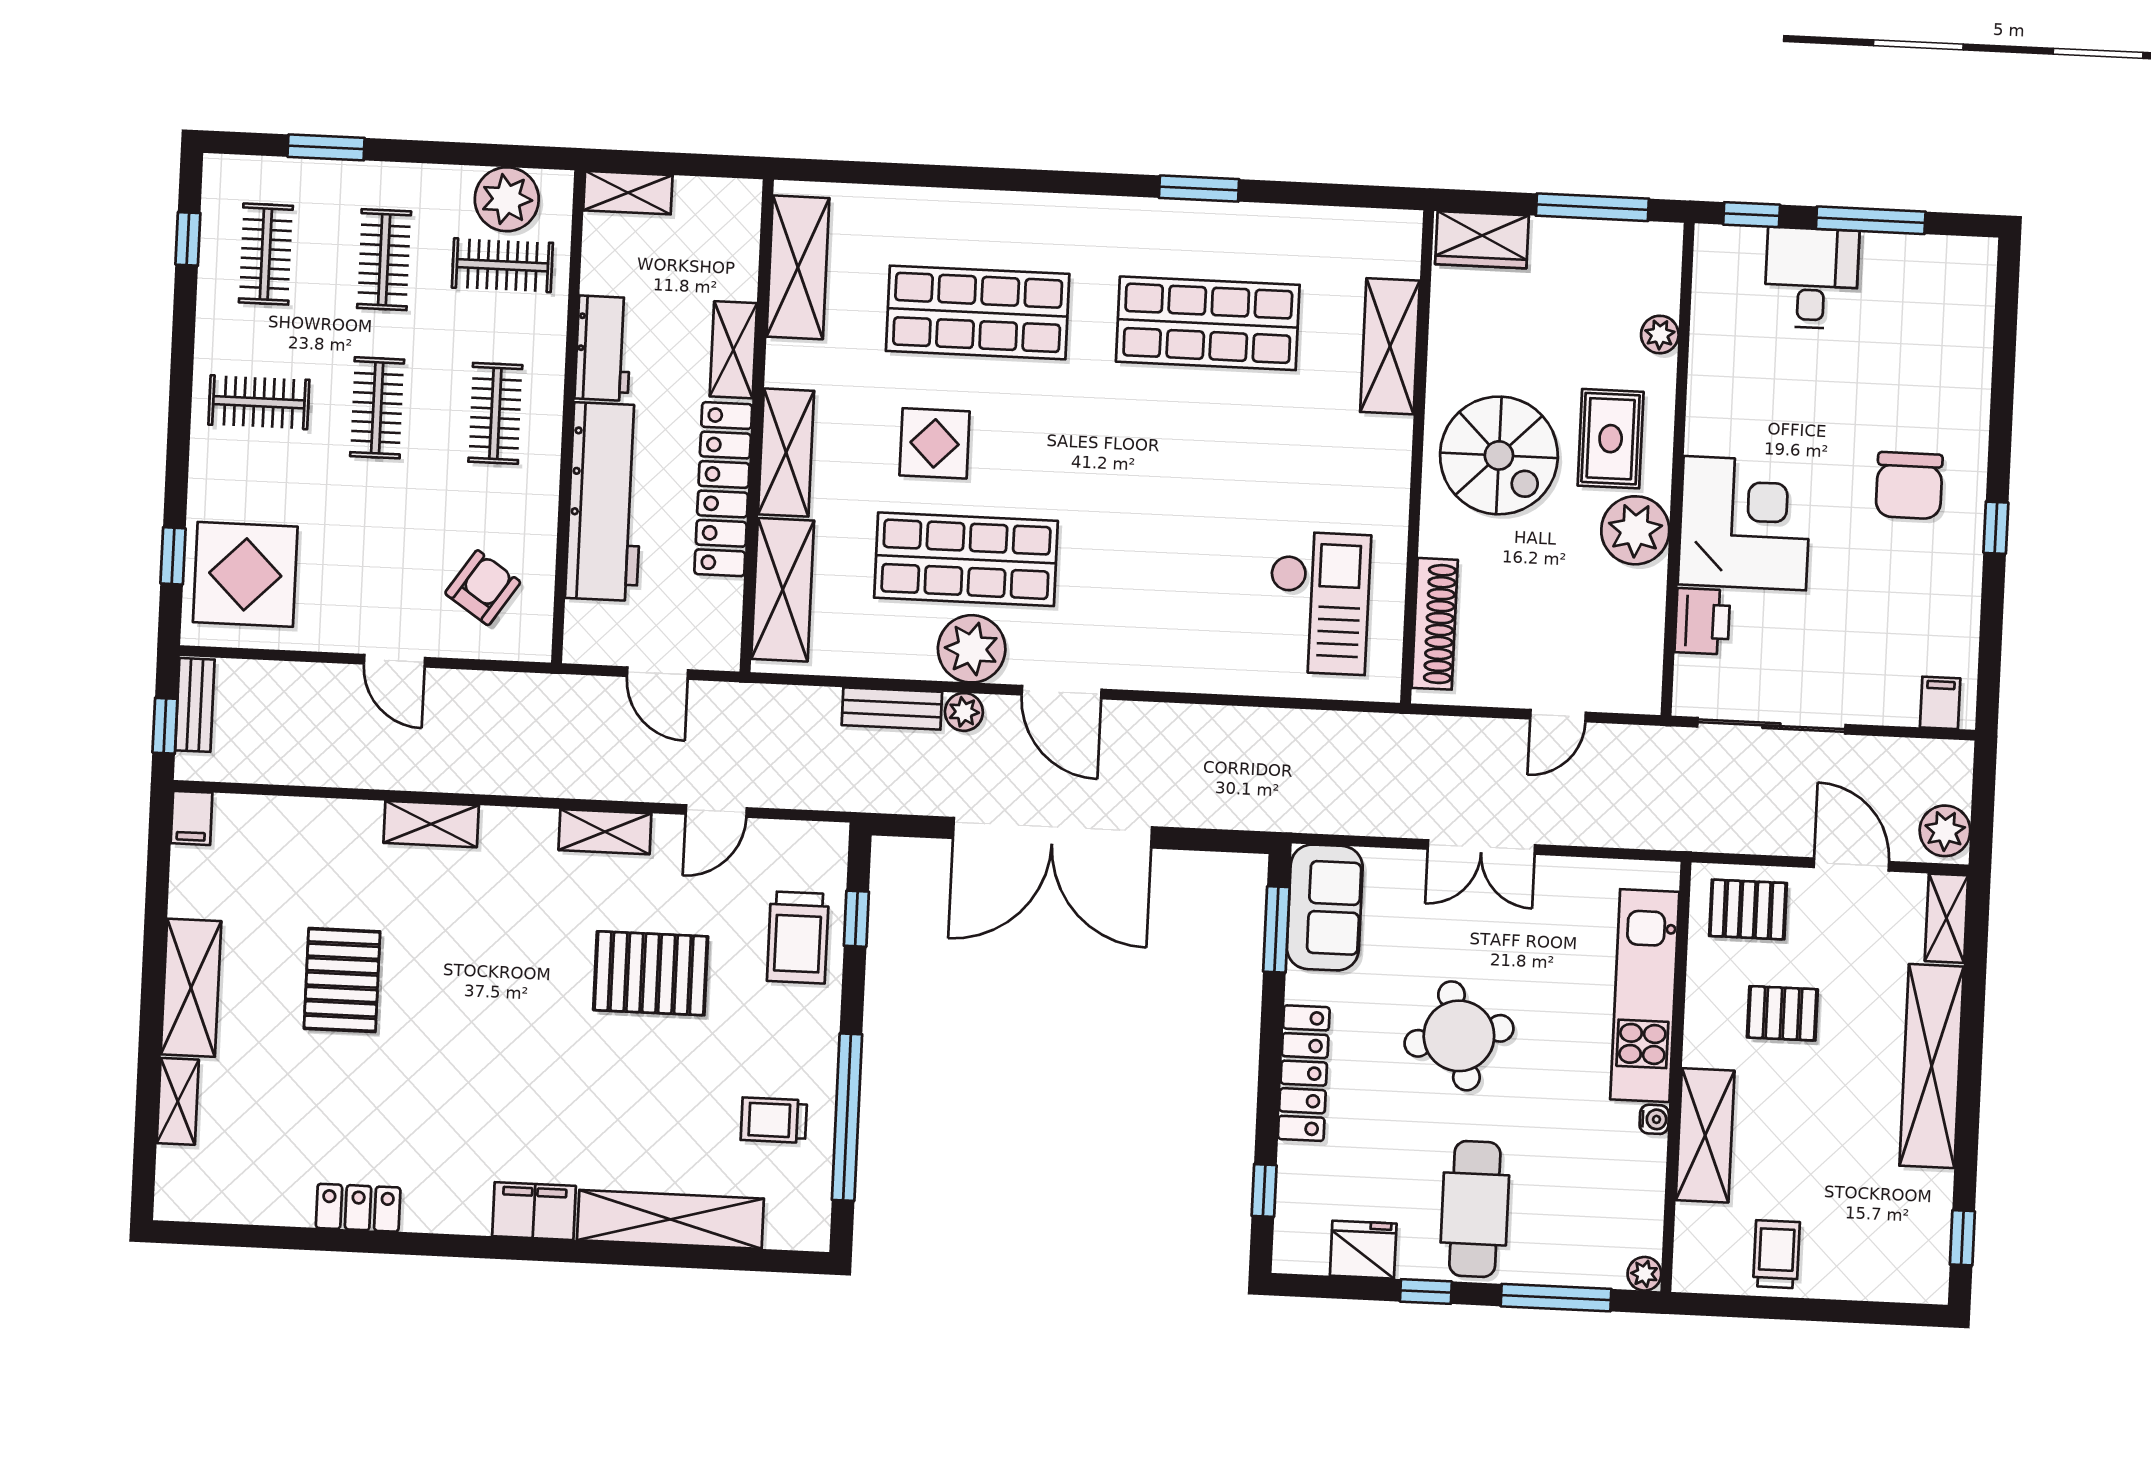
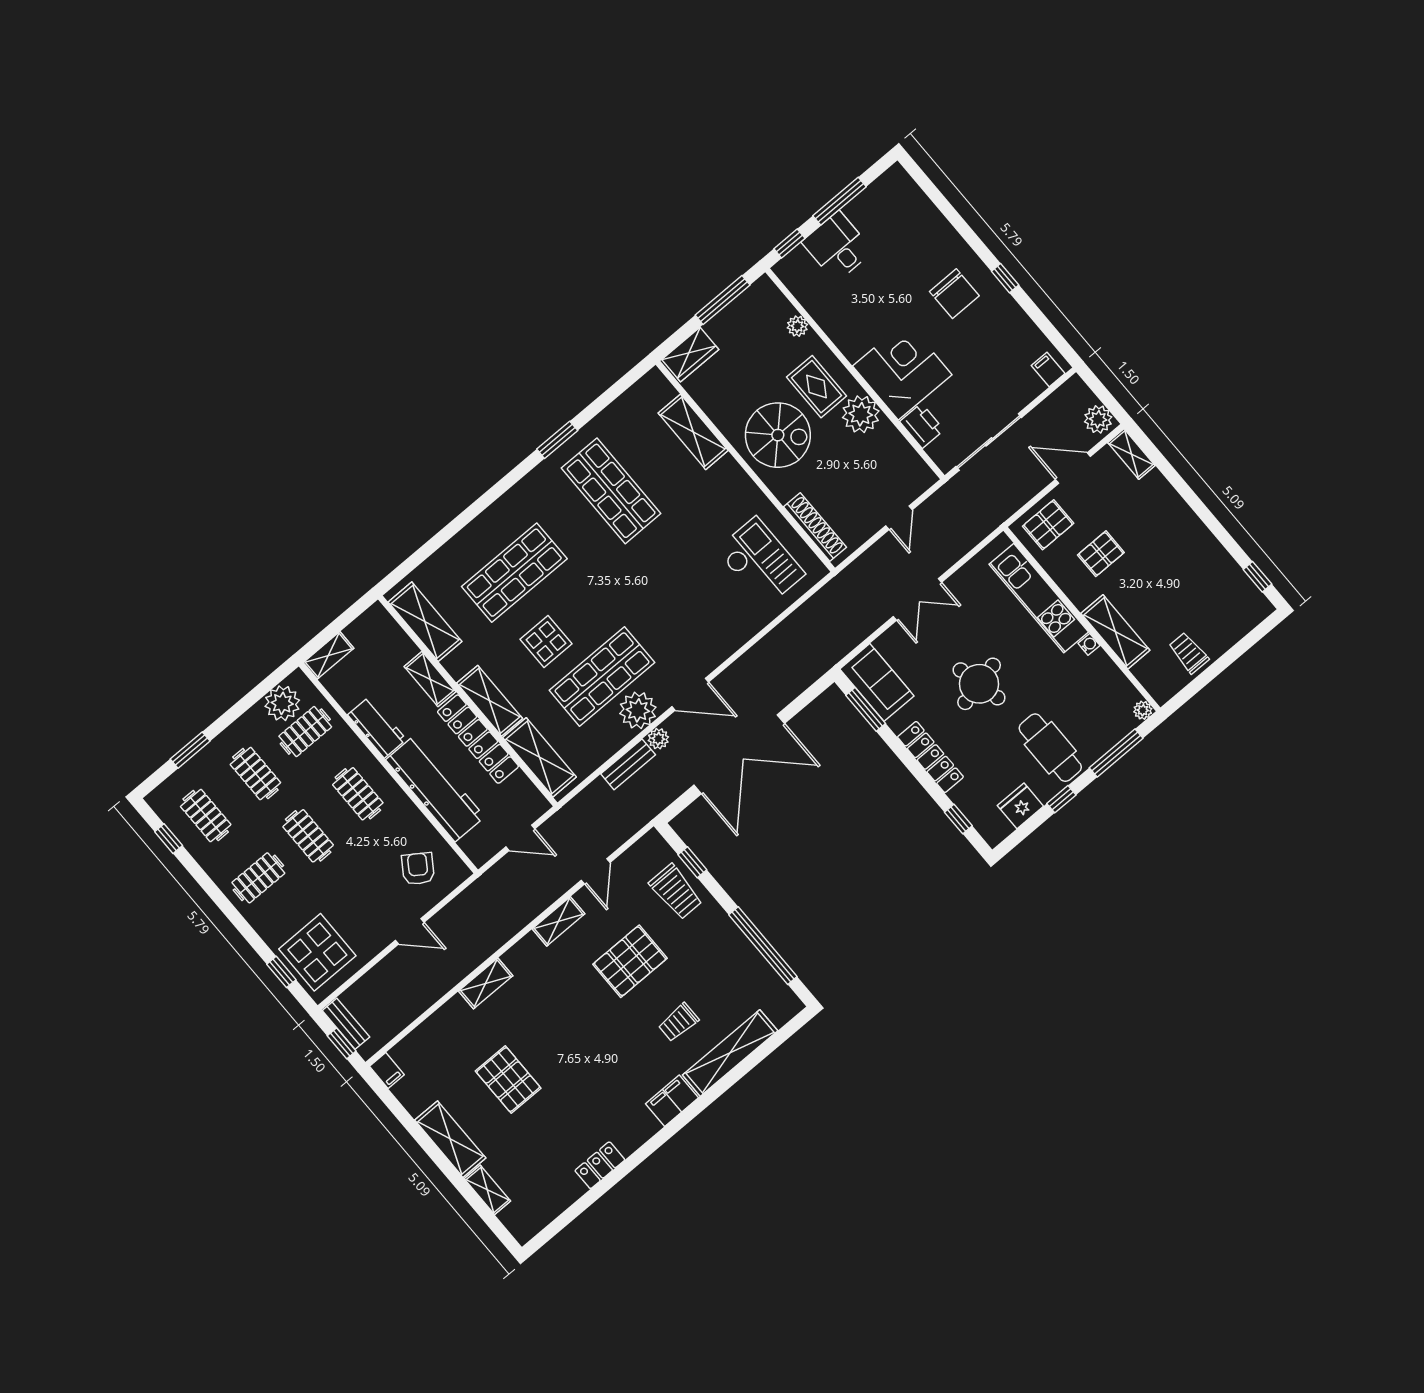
shop shelf: (1208, 323) -> (611, 491), turned 90
shelving: (1932, 1066) -> (1181, 519), removed
trolley: (774, 1120) -> (678, 1022), moved

